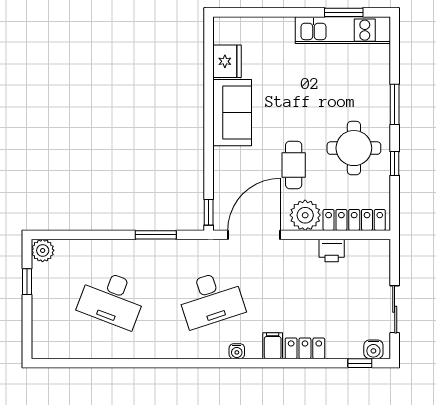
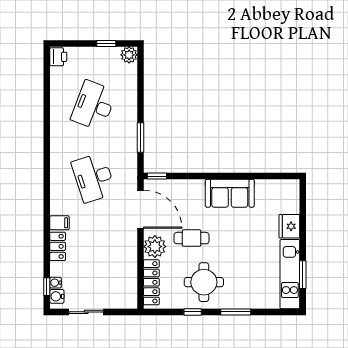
fridge: (227, 61) -> (289, 226), moved, turned 90
printer: (332, 250) -> (58, 57), moved, turned 180
water cooler: (237, 351) -> (55, 283), moved

